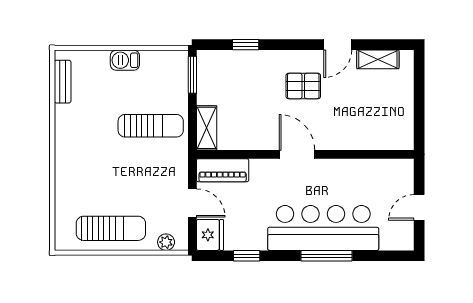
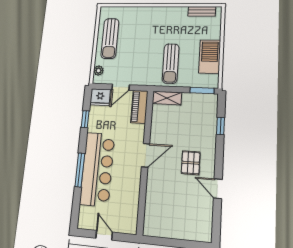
shelving: (378, 59) -> (206, 216), removed
barbecue: (125, 60) -> (210, 57), width x1.88, depth x1.53

